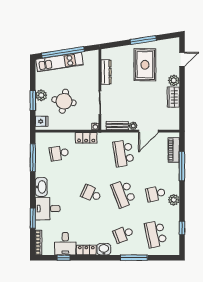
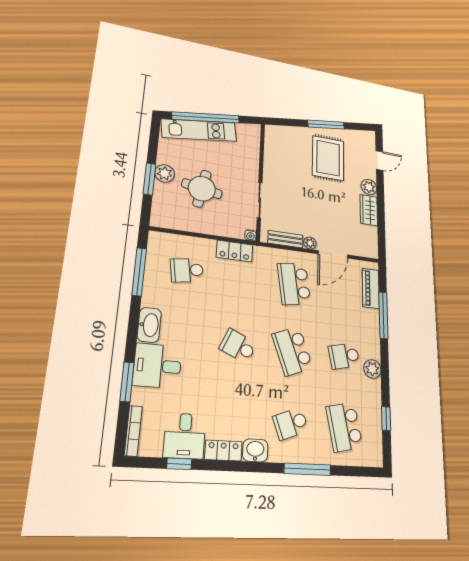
dresser: (106, 72) -> (271, 158), removed
fridge: (42, 121) -> (161, 214), removed

